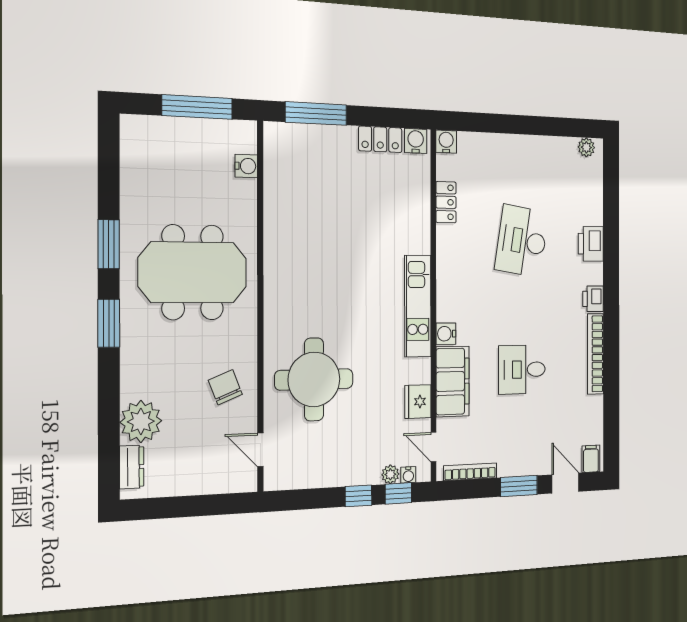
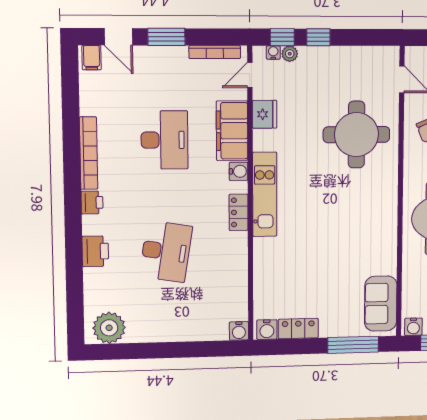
plant: (586, 147) -> (109, 328), width x1.87, depth x1.87
sofa: (283, 164) -> (381, 304), added
water cooler: (246, 166) -> (413, 327), moved, turned -90
locker: (446, 202) -> (239, 212), moved
desk: (522, 369) -> (164, 140), width x1.37
door: (434, 447) -> (250, 75), swing flipped

